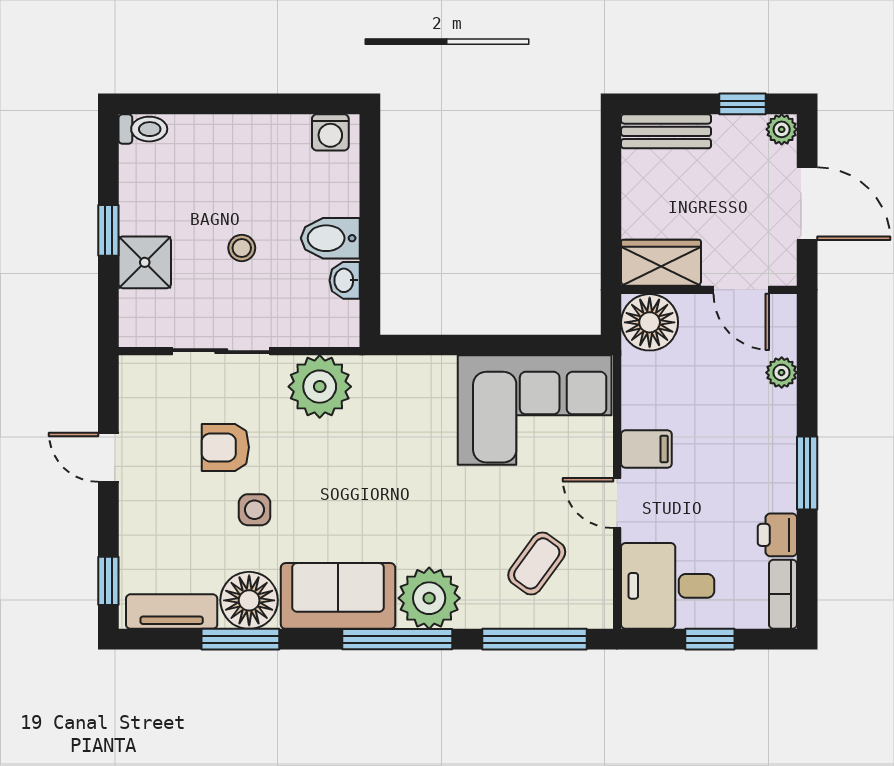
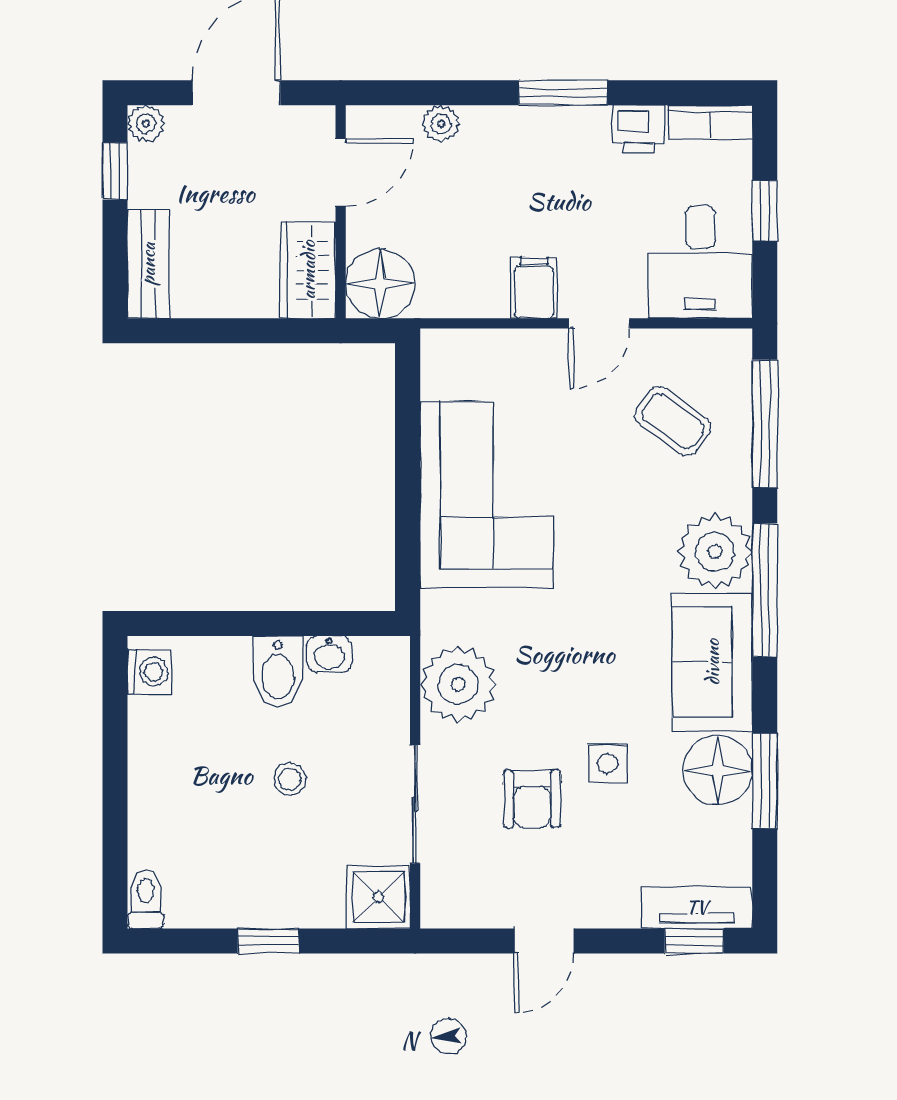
shower: (145, 262) -> (378, 897), moved
corner sofa: (535, 410) -> (487, 495), moved
tv unit: (172, 612) -> (697, 907), moved, turned 90

